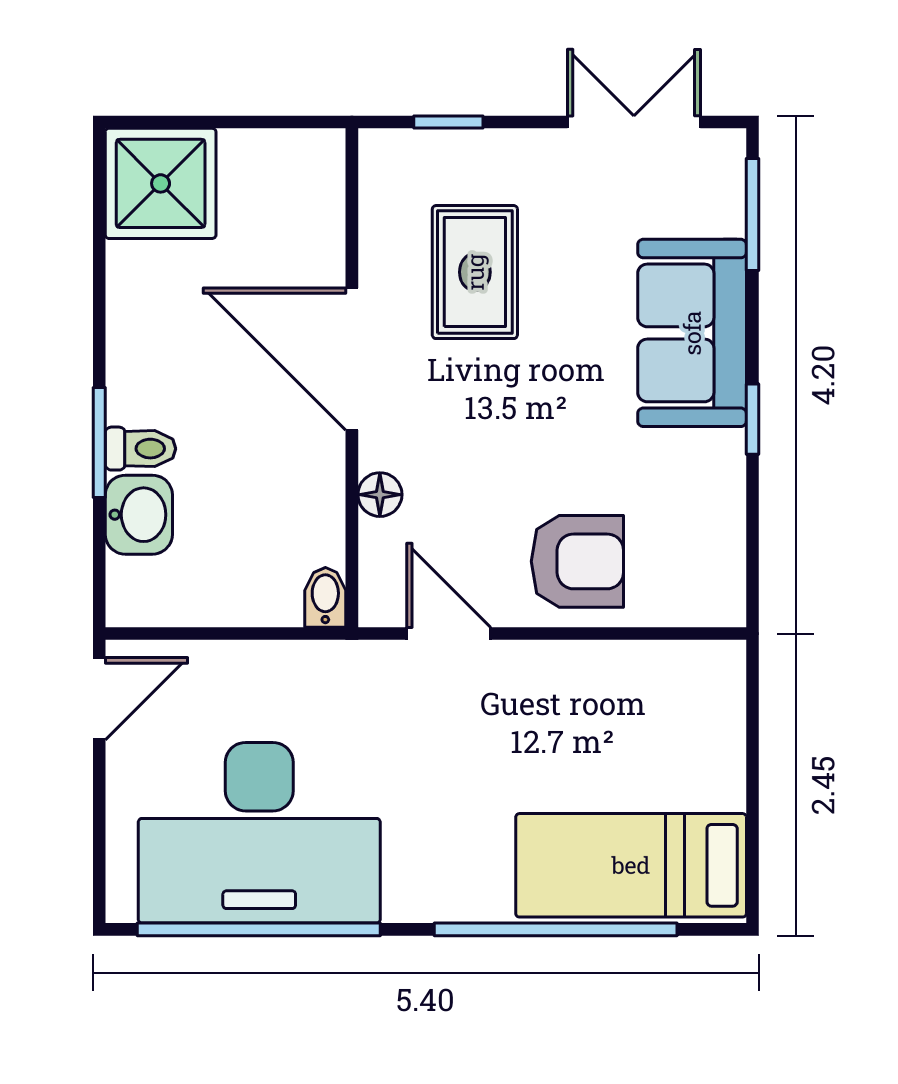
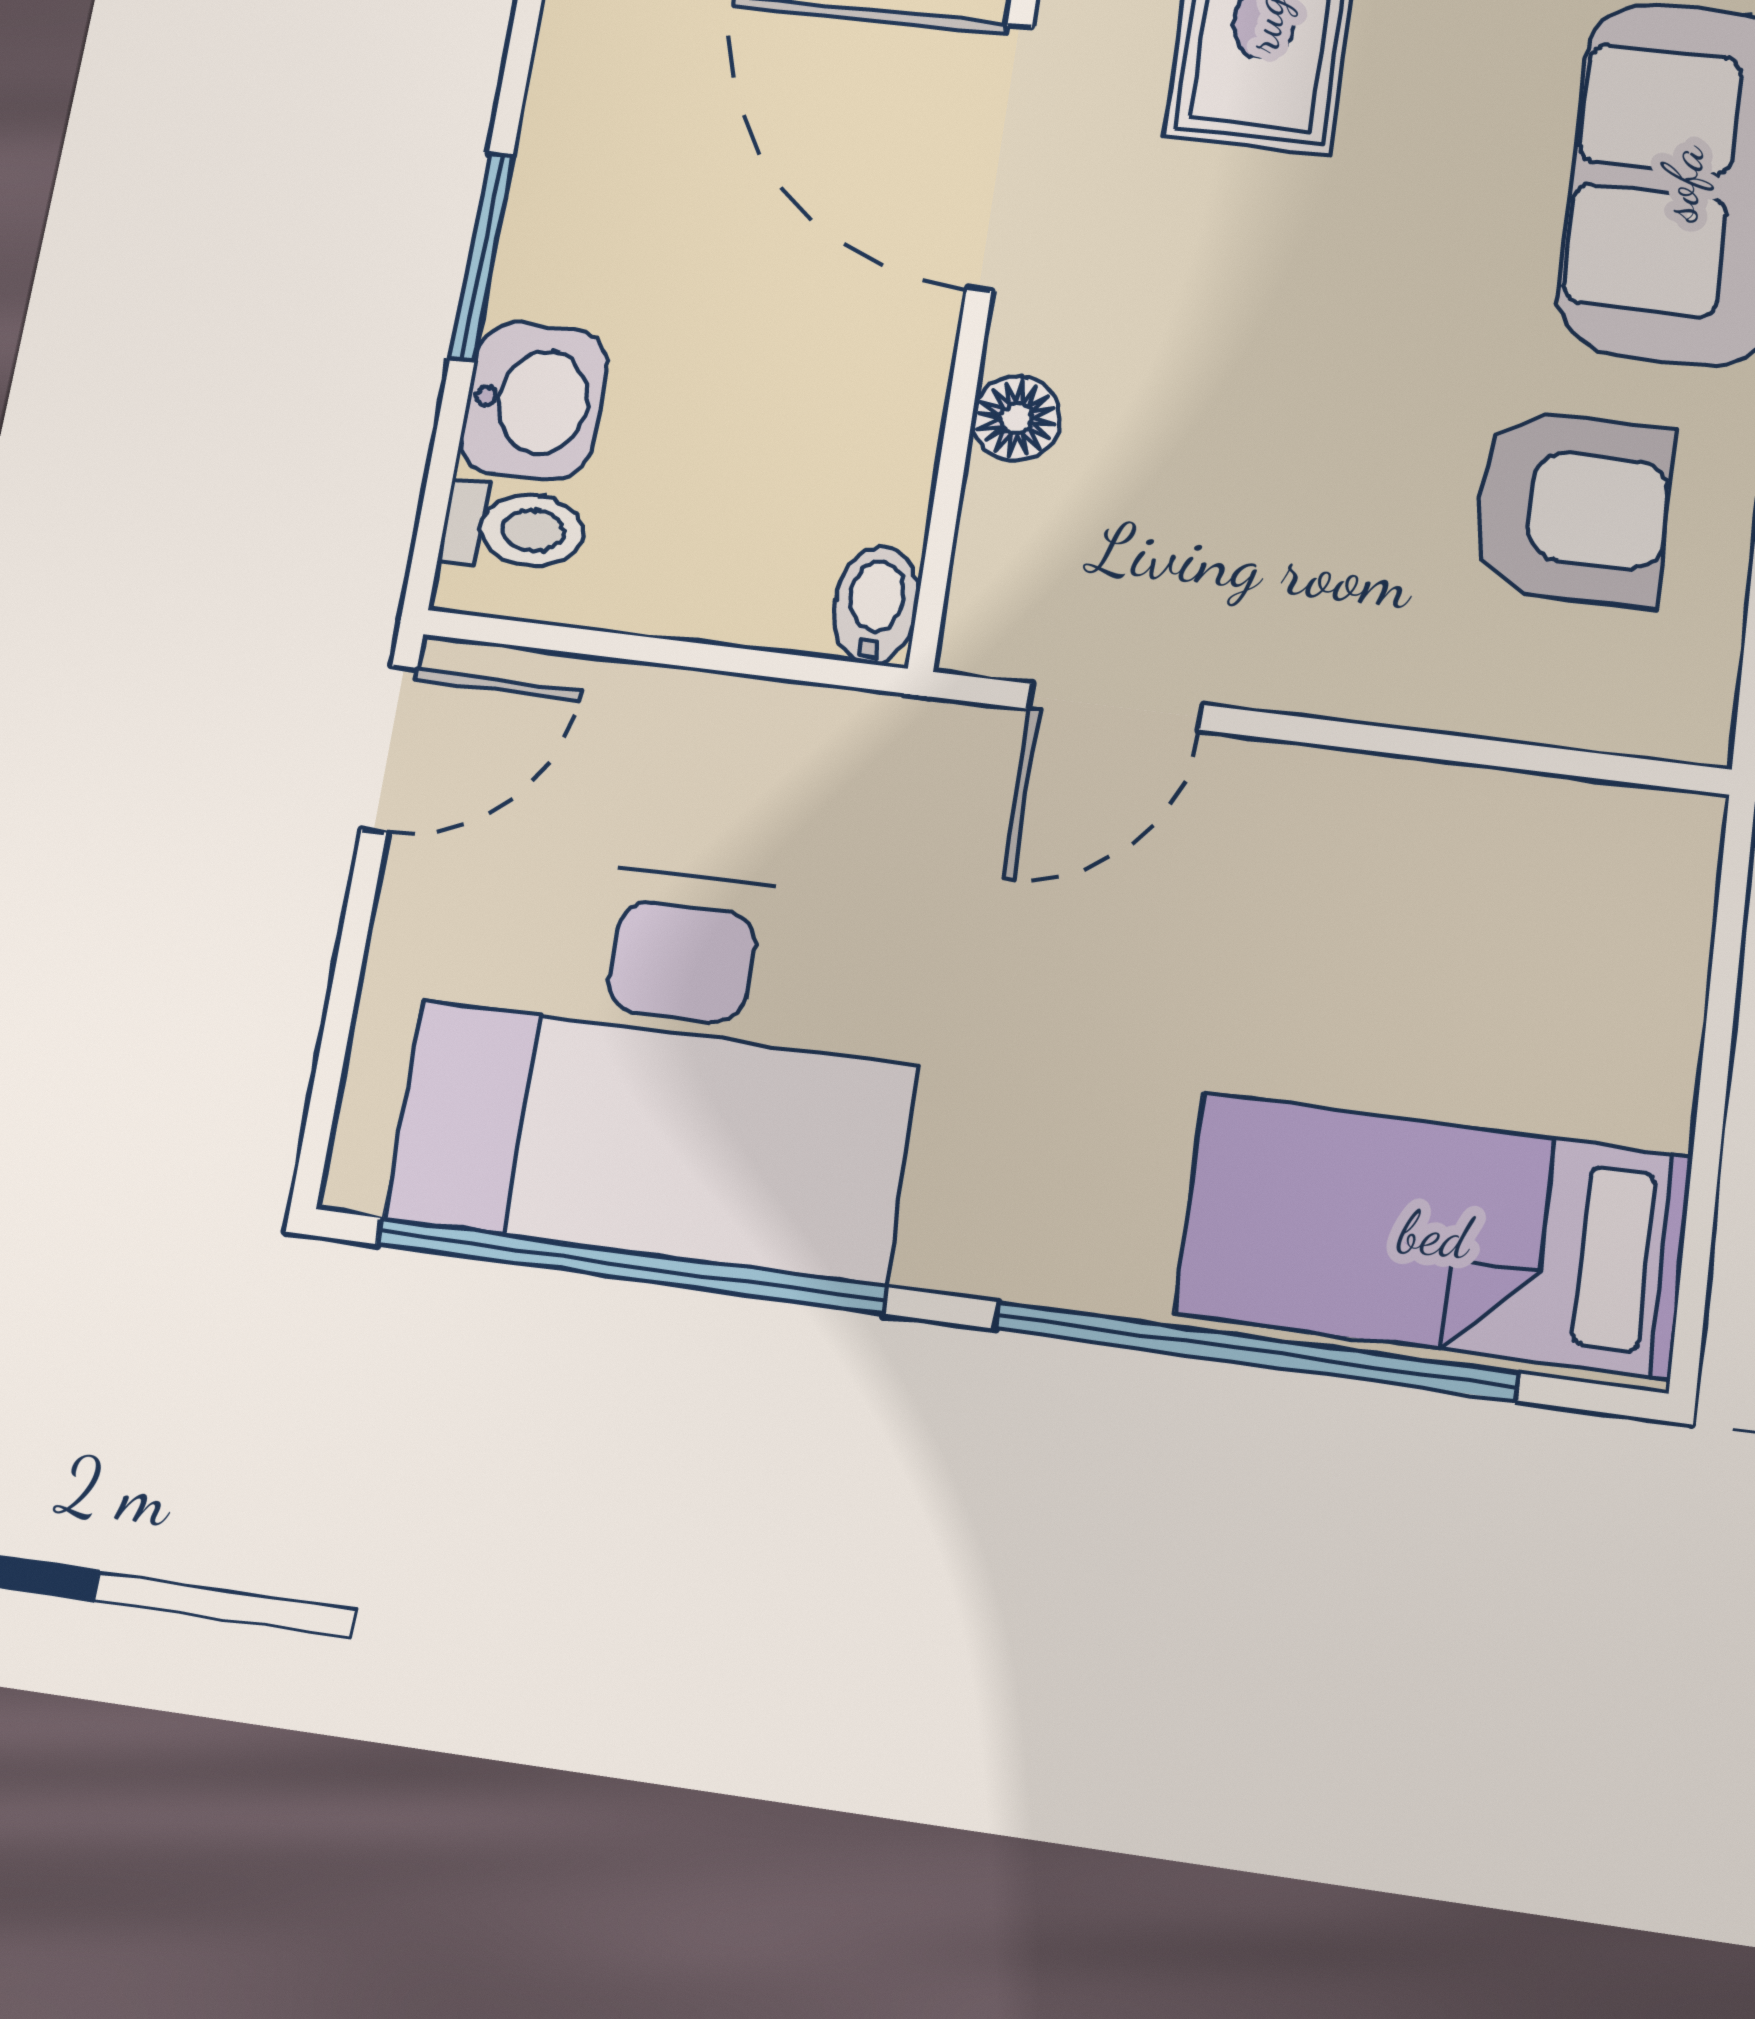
toilet: (140, 449) -> (514, 528), moved
armchair: (577, 561) -> (1572, 508), moved
door: (449, 634) -> (1115, 707), swing flipped

